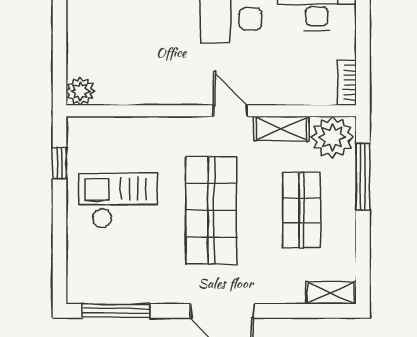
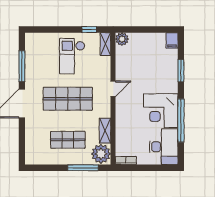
door: (230, 111) -> (113, 89), moved
checkout: (118, 200) -> (72, 56), turned 180
shelving: (331, 293) -> (105, 44), moved
window: (116, 311) -> (22, 66), moved

